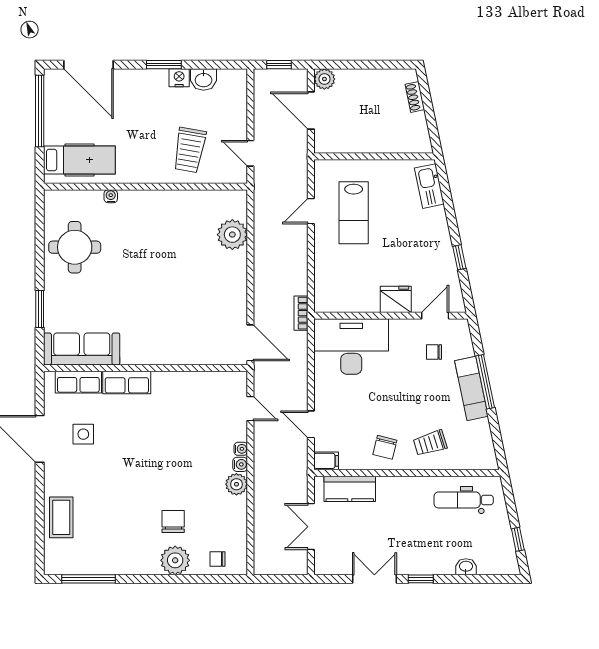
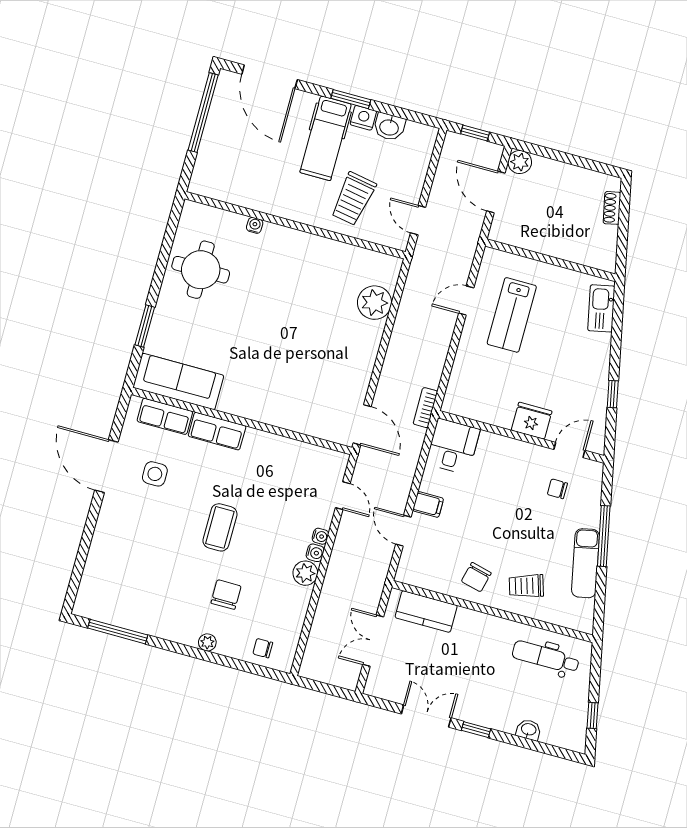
hospital bed: (79, 160) -> (326, 138), moved, turned 90
desk: (351, 347) -> (453, 446), width x0.53, depth x0.77
exam couch: (471, 389) -> (585, 563), moved
filing cabinet: (326, 461) -> (428, 504), moved
coffee table: (61, 517) -> (220, 527), moved
plant: (175, 560) -> (207, 642), width x0.53, depth x0.53

